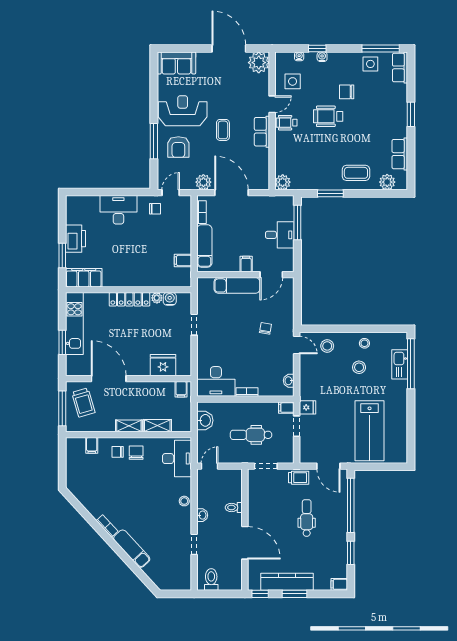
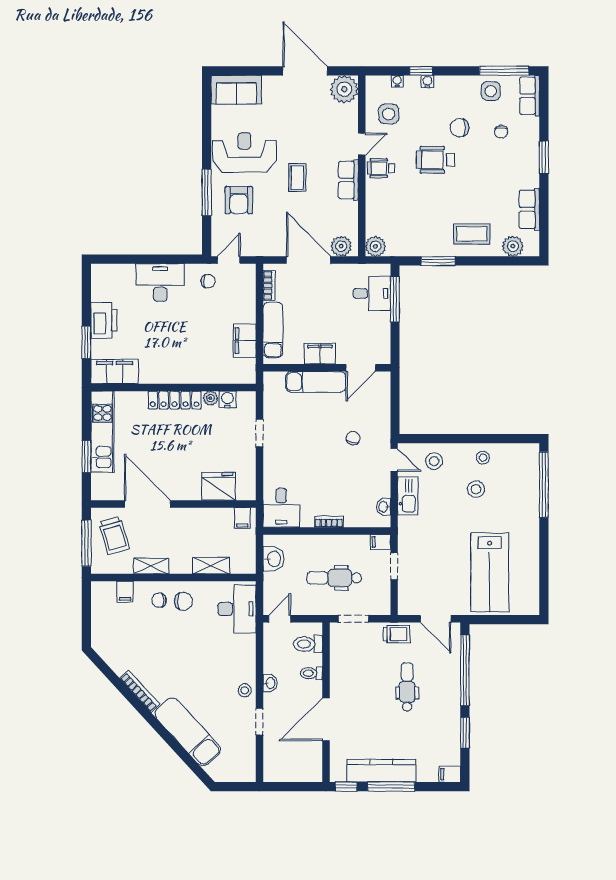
chair: (378, 95) -> (501, 132), added
plant: (203, 182) -> (341, 246), moved
desk: (280, 235) -> (372, 293), moved
filing cabinet: (183, 261) -> (245, 341), width x2.00
filing cabinet: (246, 264) -> (320, 354), width x2.00
kitchen sink: (400, 364) -> (408, 496), moved, turned 180
desk: (216, 381) -> (281, 508), width x0.73
fridge: (308, 407) -> (408, 542), removed
shelving: (129, 426) -> (151, 566), moved
chair: (136, 453) -> (183, 601), turned 90
stool: (184, 501) -> (245, 690), moved
bookcase: (107, 526) -> (140, 691), width x1.56
door: (245, 543) -> (326, 719), swing flipped
exam couch: (132, 549) -> (188, 732), width x1.36, depth x1.45
toilet: (211, 580) -> (308, 644), moved, turned -90
window: (295, 594) -> (391, 787), width x1.44

